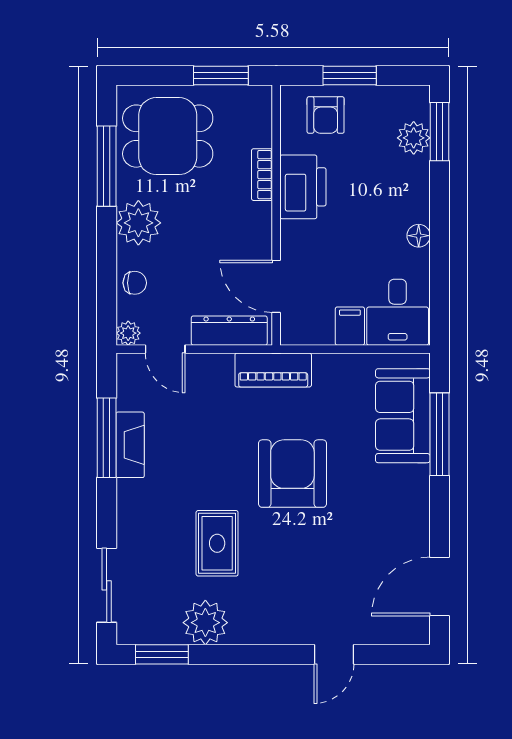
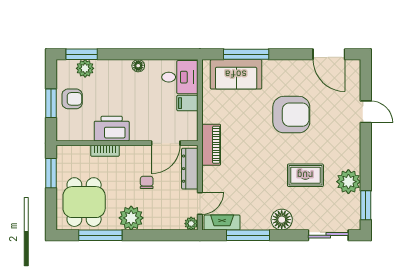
armchair: (326, 115) -> (72, 99), moved
chair: (135, 283) -> (147, 182), moved
fireplace: (130, 445) -> (222, 223), moved
armchair: (292, 474) -> (291, 115), moved, turned 180
floor lamp: (135, 500) -> (282, 220), added

